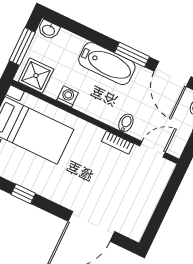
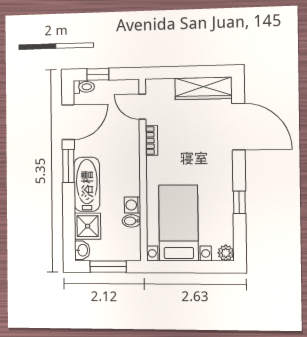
shower: (36, 76) -> (88, 226), moved
bidet: (126, 123) -> (131, 221), moved
wardrobe: (141, 212) -> (204, 88), added

